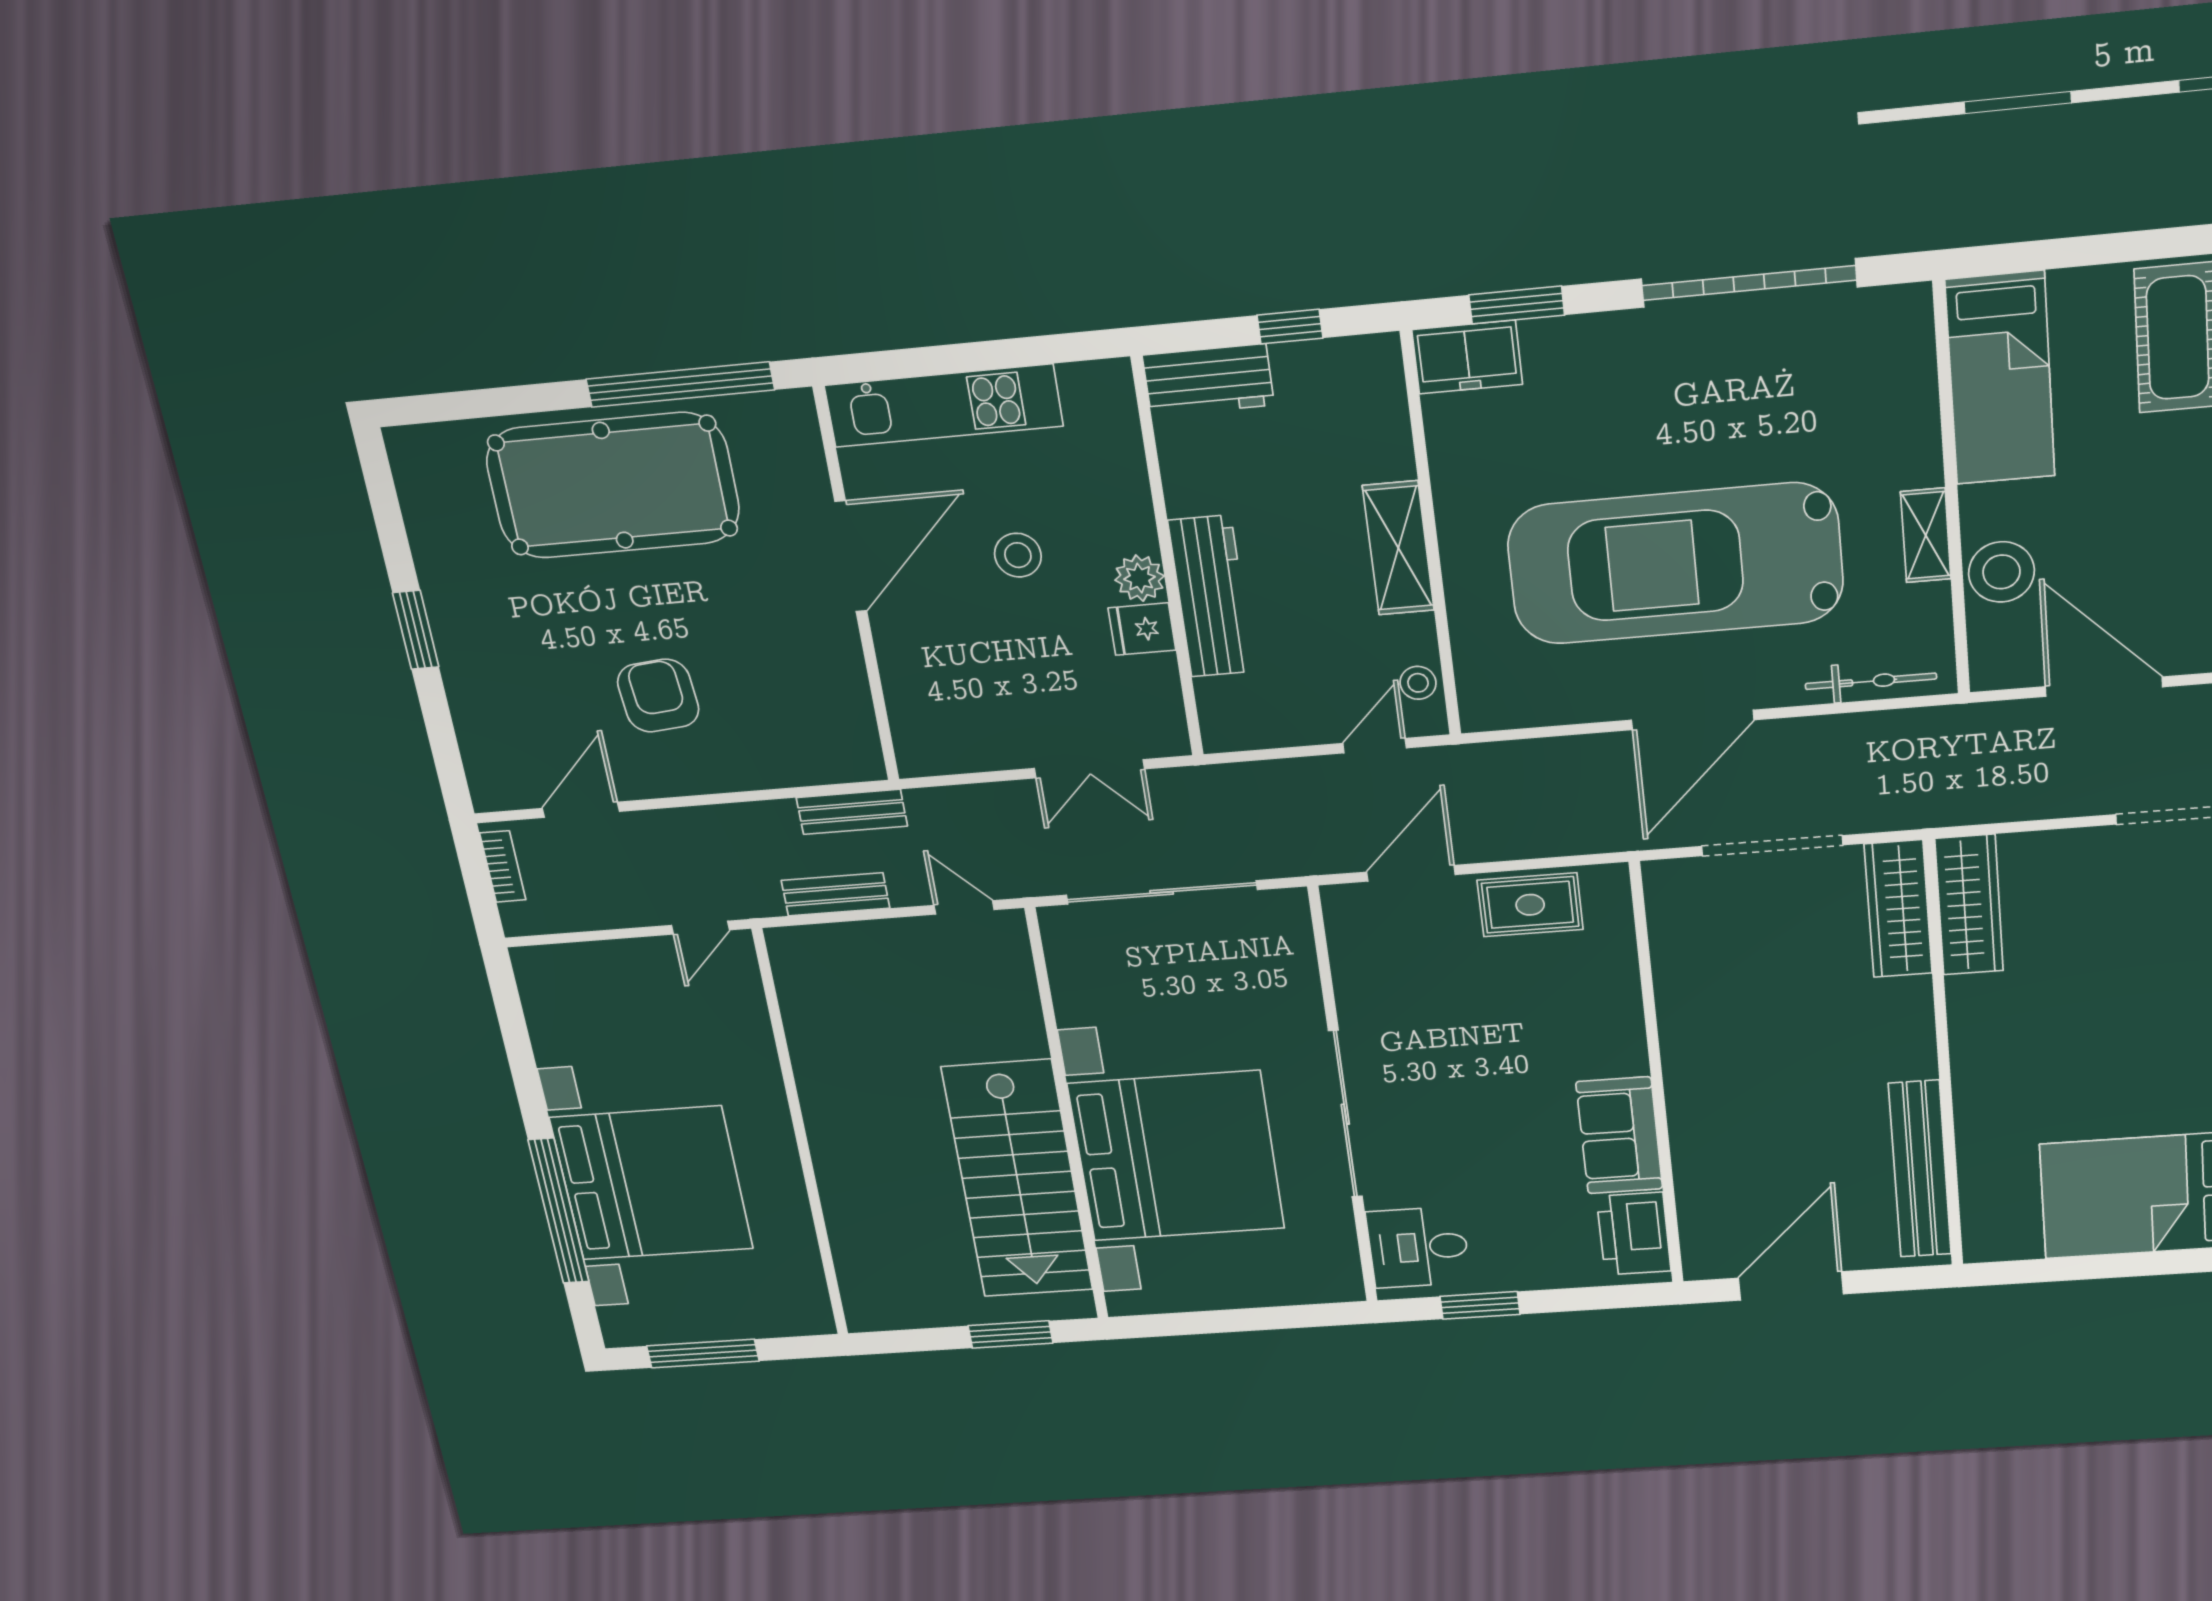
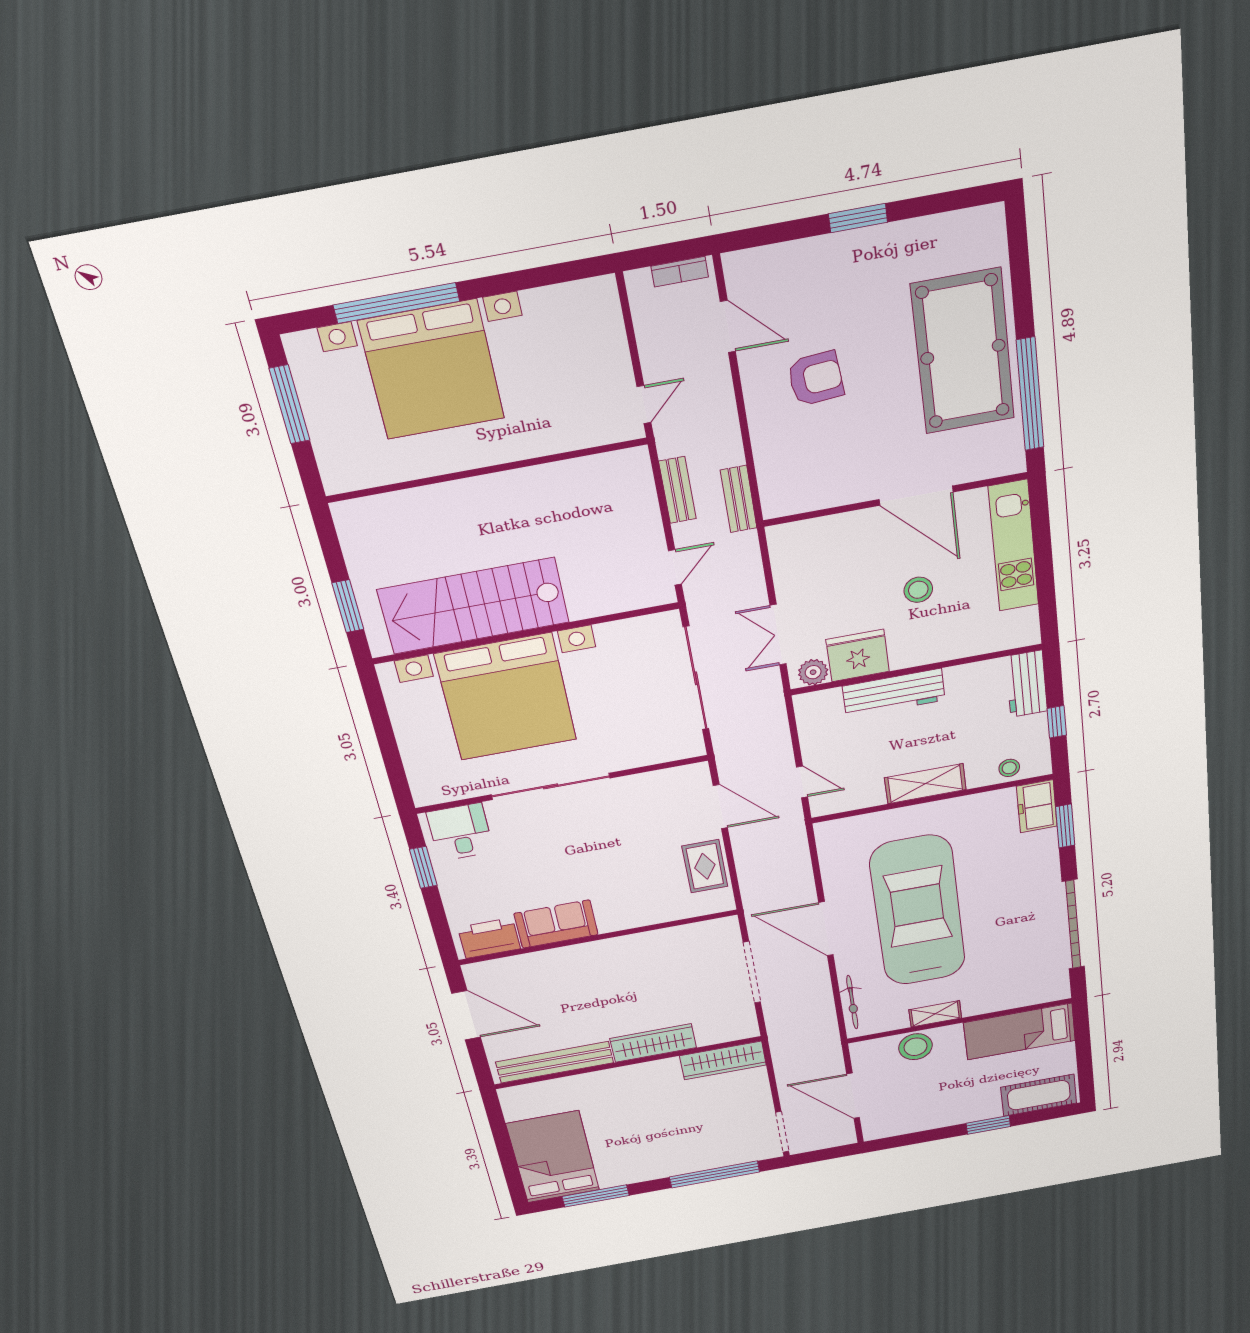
plant: (1140, 578) -> (813, 672), moved
fridge: (1142, 629) -> (858, 656), width x1.88, depth x1.34
stool: (1418, 683) -> (1009, 768), moved
door: (2104, 687) -> (853, 1096), swing flipped
wardrobe: (1898, 909) -> (653, 1043), moved
door: (701, 928) -> (644, 405), swing flipped

